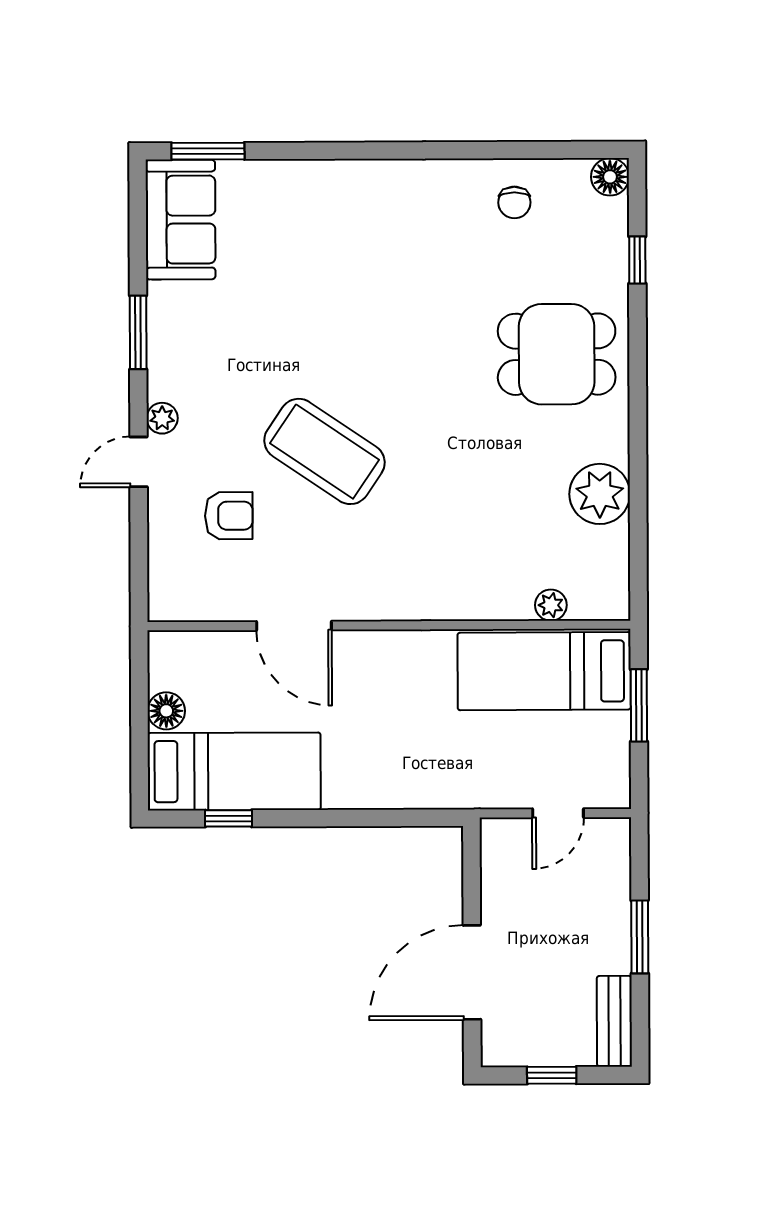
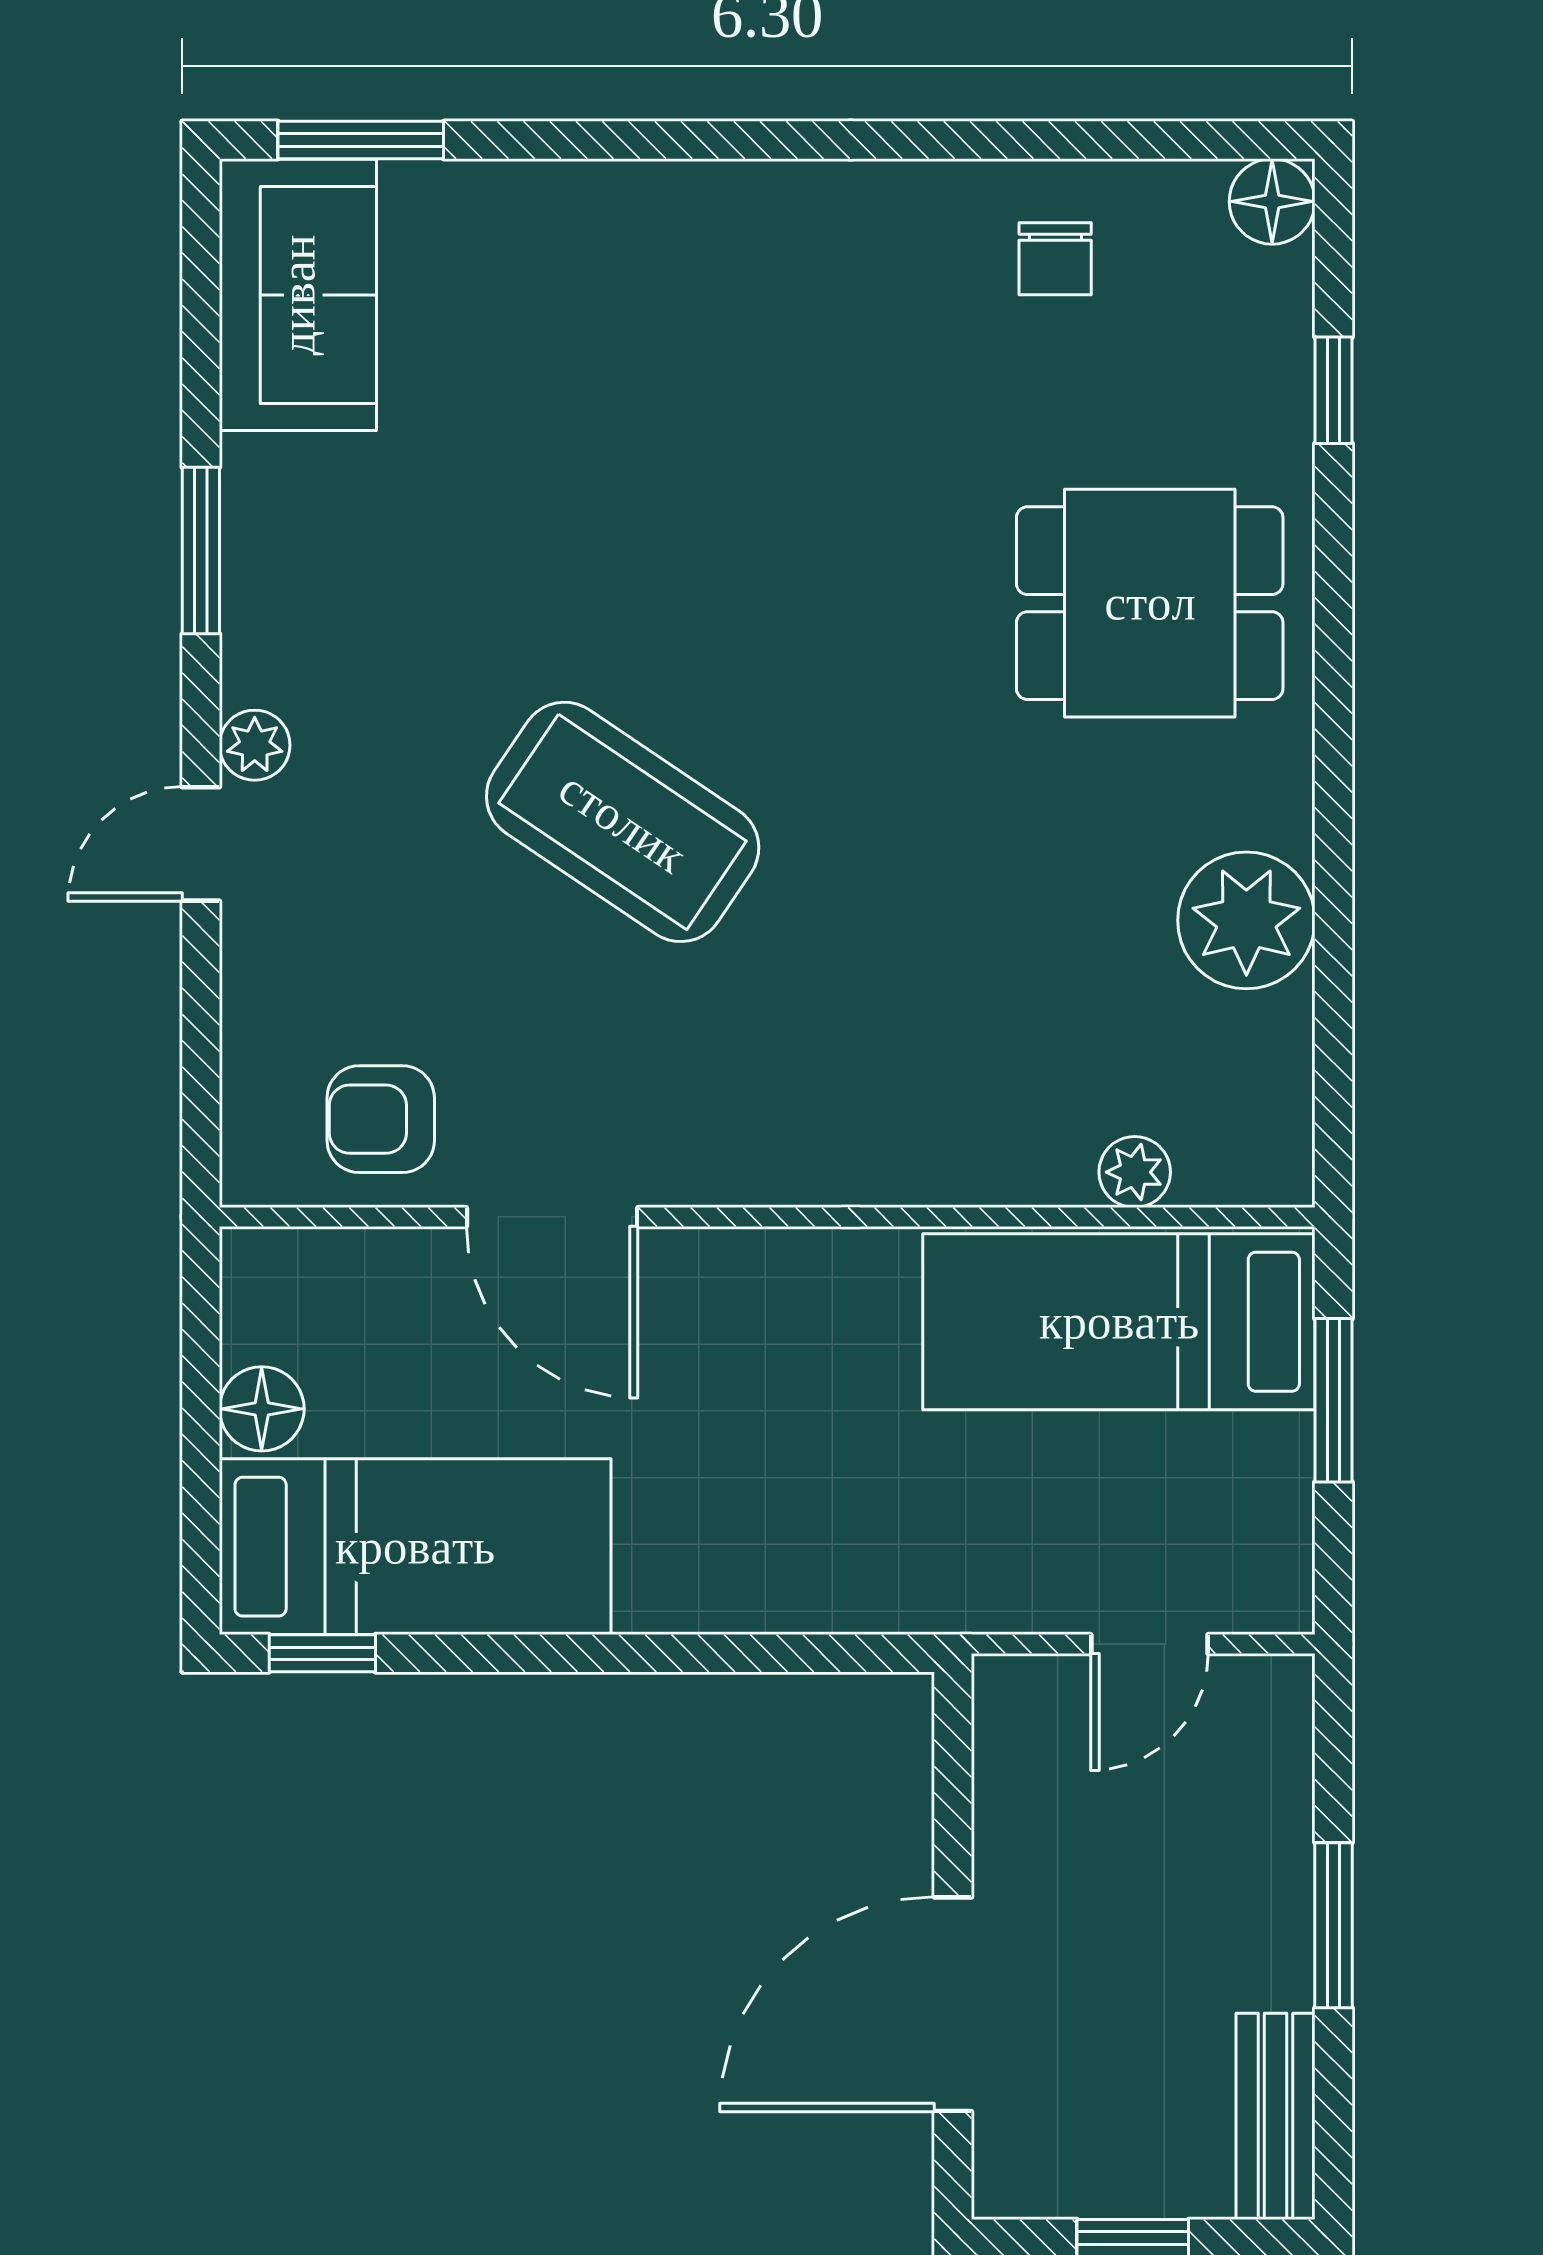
armchair: (229, 516) -> (381, 1119), moved, turned 180
window: (228, 818) -> (322, 1653), moved

